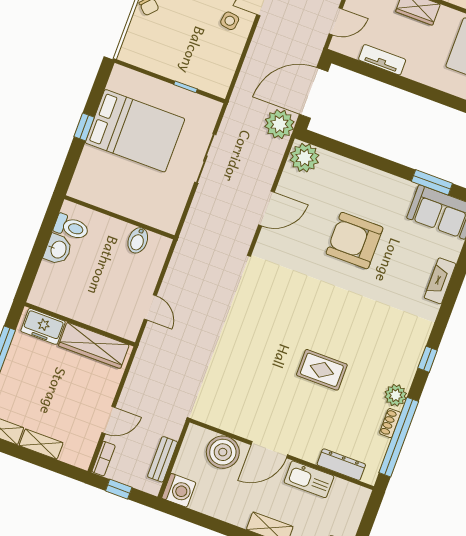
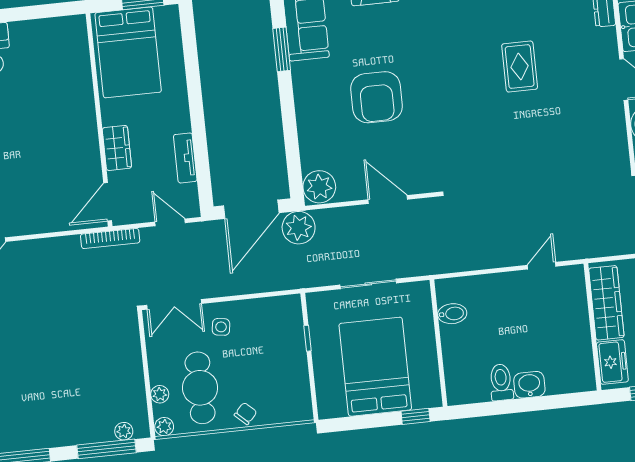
door: (314, 93) -> (251, 209), hinge flipped
window: (84, 127) -> (416, 416), moved
wall: (119, 217) -> (438, 343), moved
bidet: (138, 240) -> (452, 314), moved

